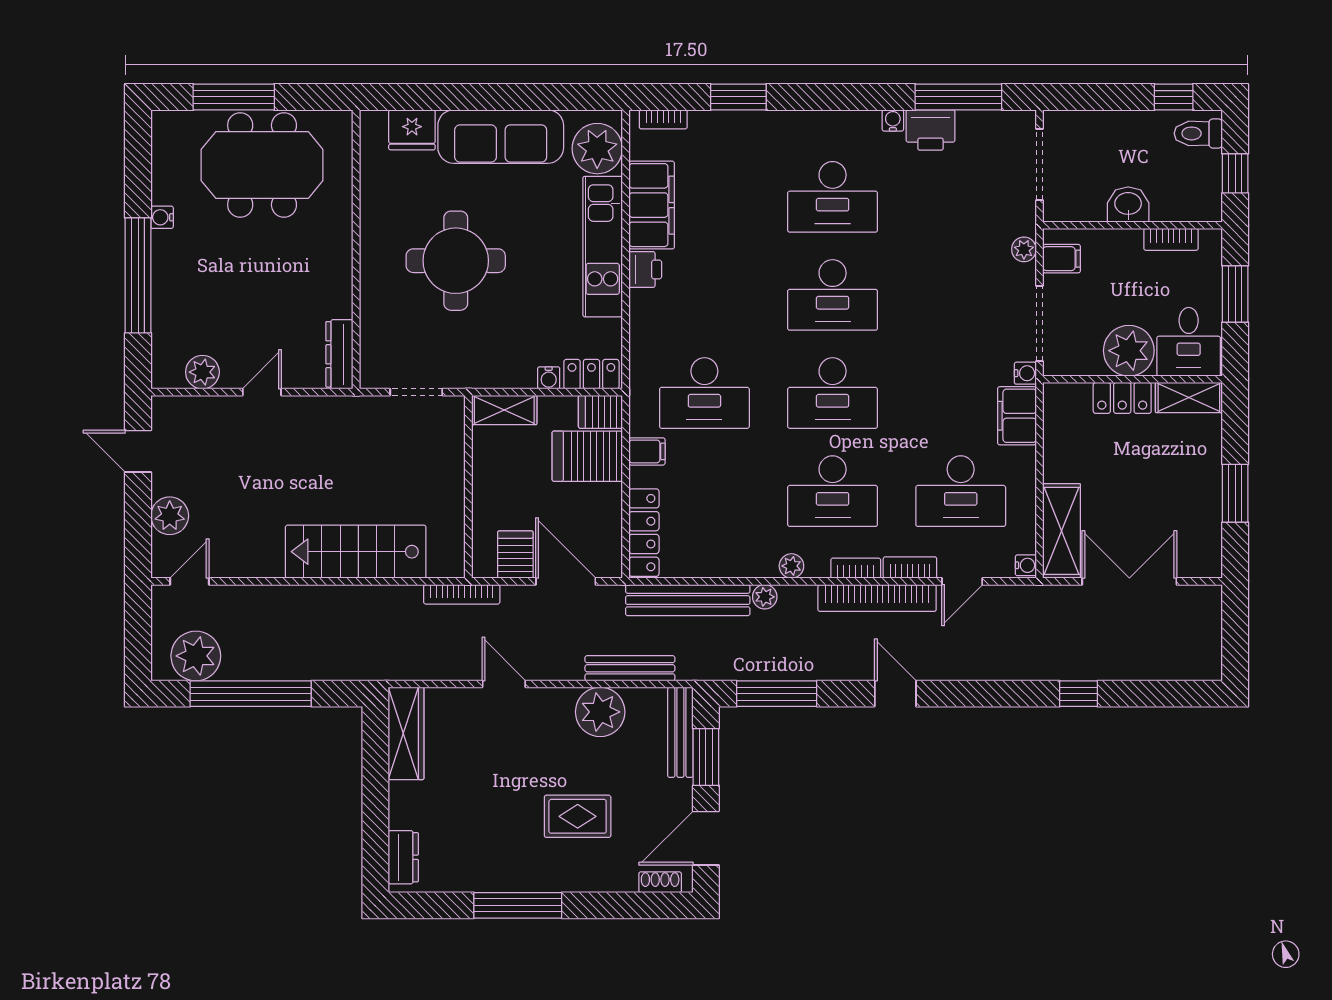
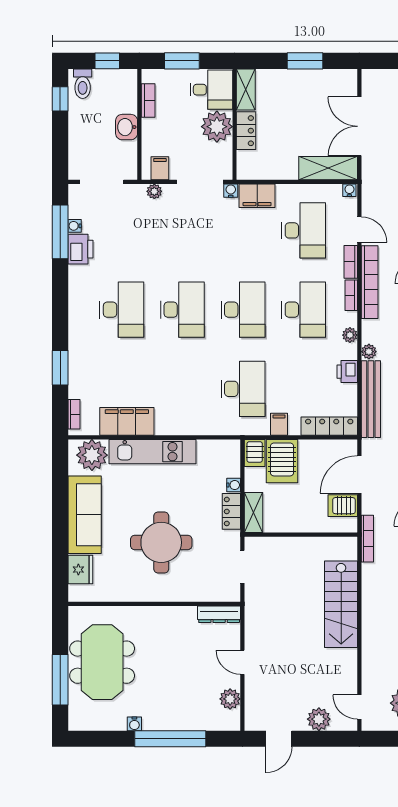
water cooler: (893, 120) -> (75, 226), moved
printer: (645, 269) -> (347, 372), moved, turned -90
locker: (591, 374) -> (231, 511), moved

